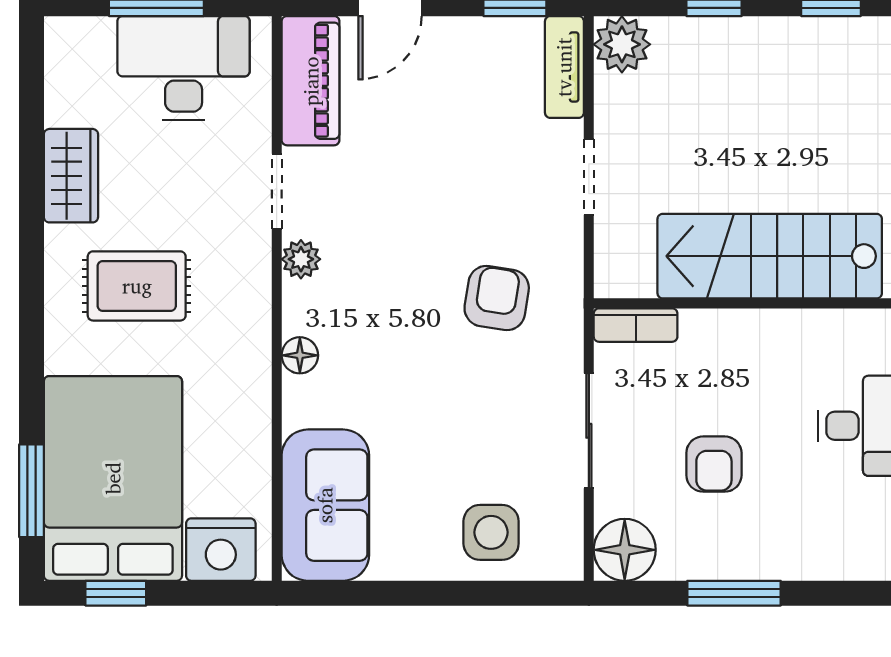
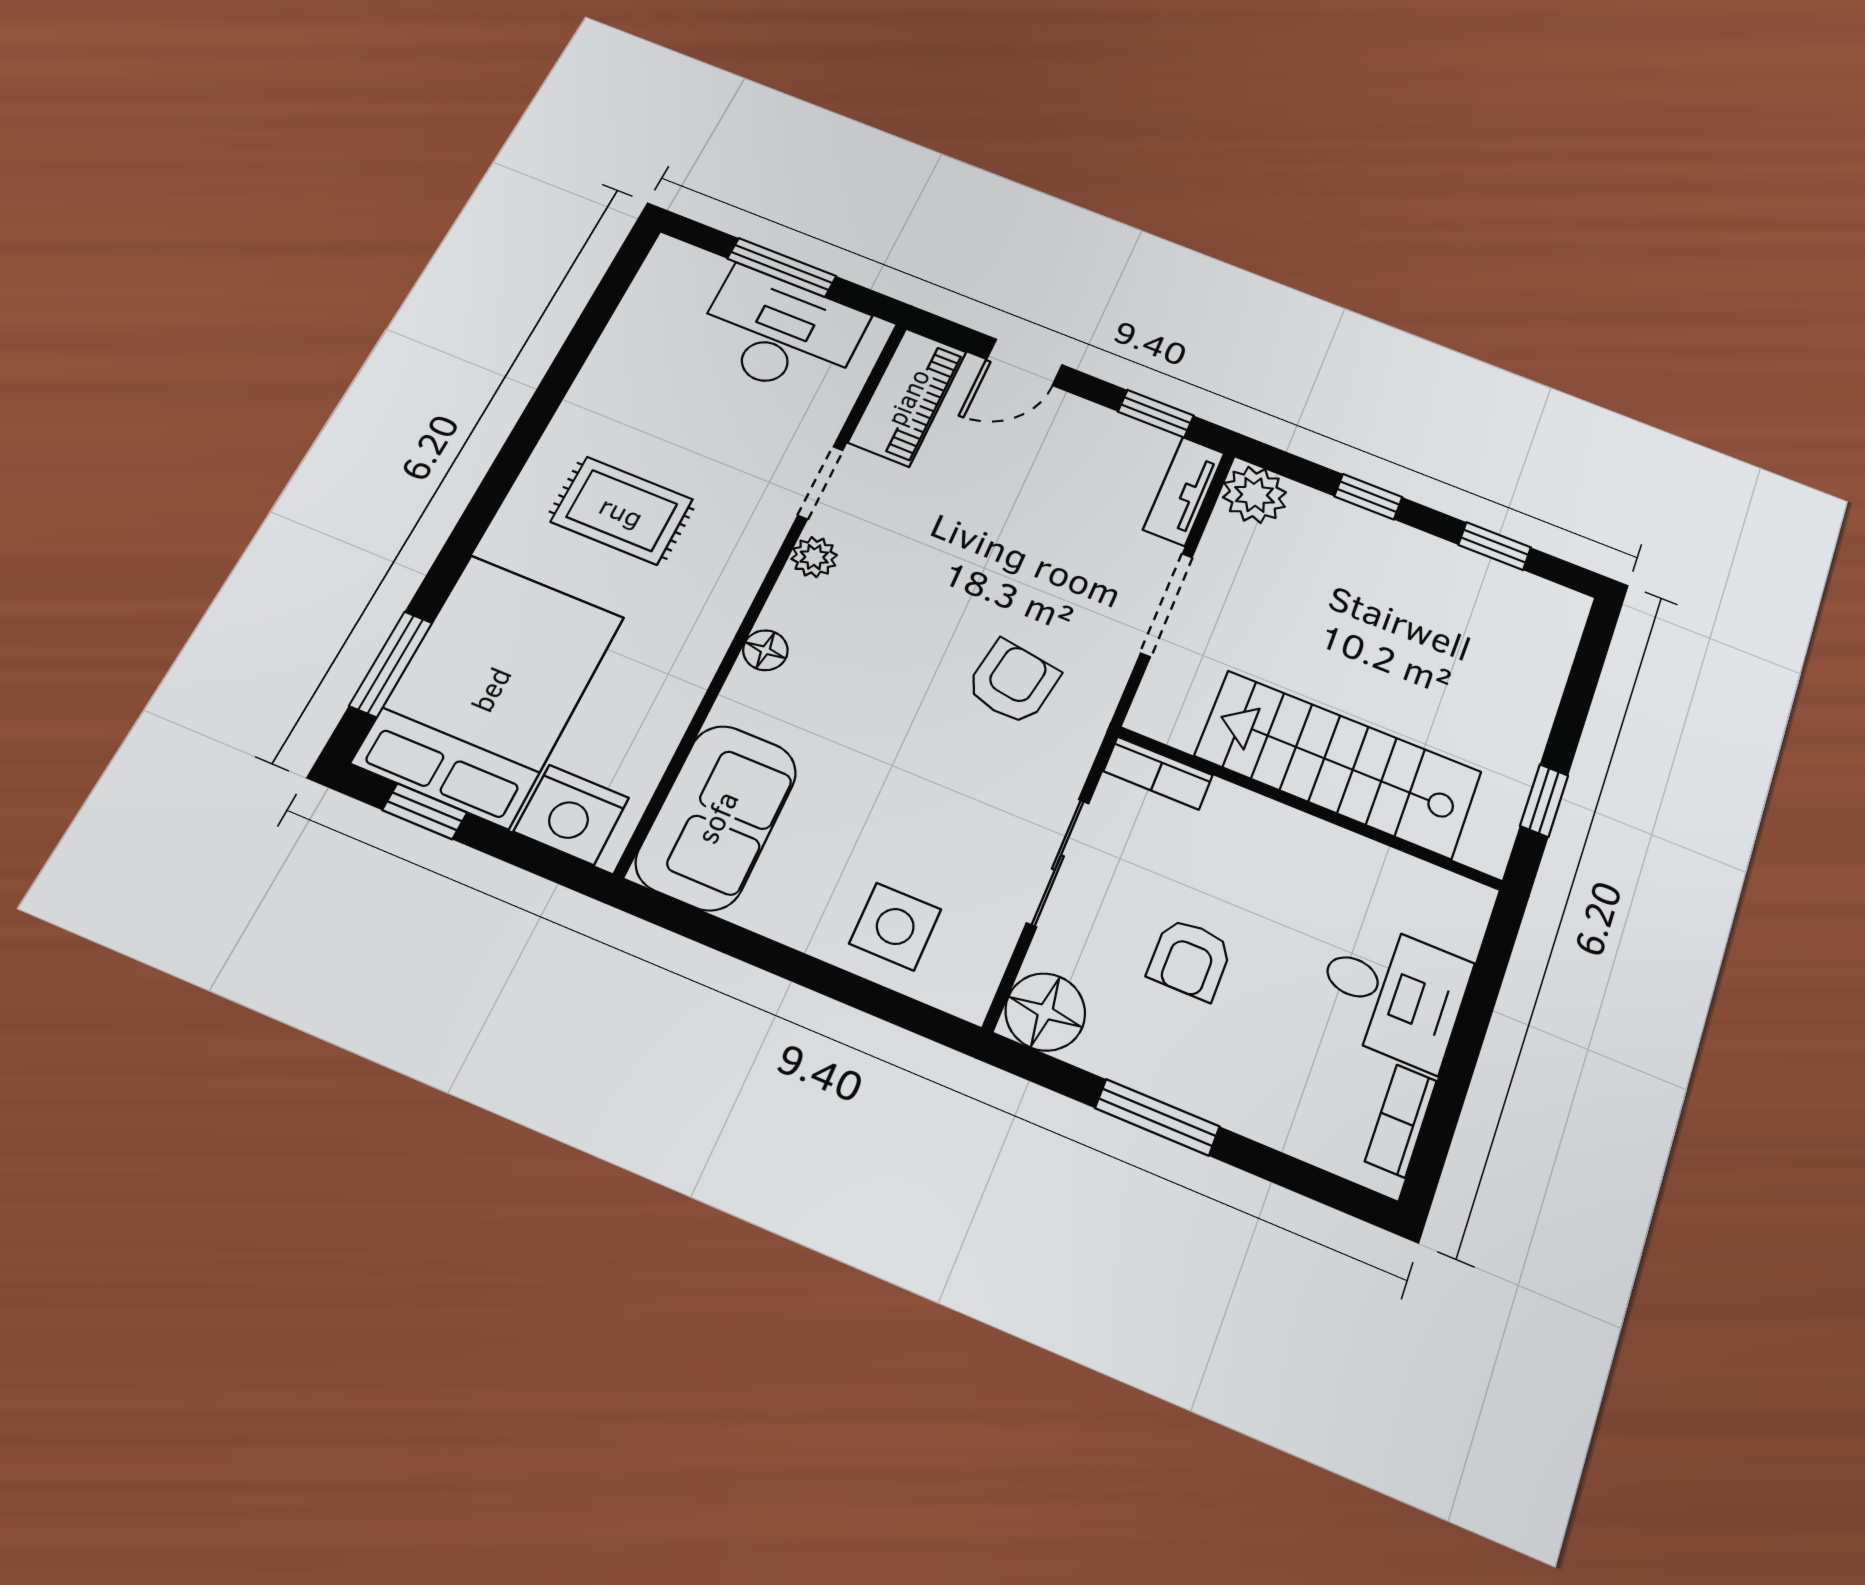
wardrobe: (71, 176) -> (609, 381), removed
doorway: (589, 177) -> (1167, 605), width x1.38

